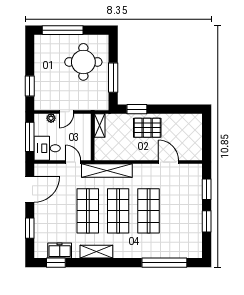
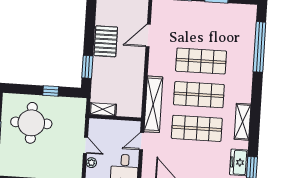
window: (113, 78) -> (51, 91), width x0.46
pallet: (147, 128) -> (106, 41), moved

